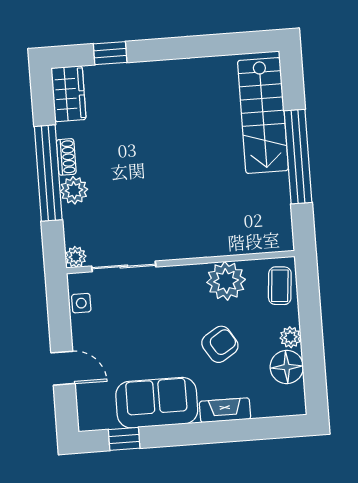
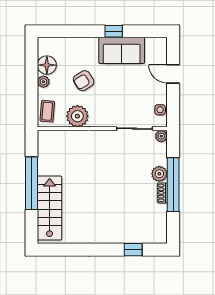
wardrobe: (68, 94) -> (158, 228), removed
fireplace: (225, 410) -> (83, 43), removed
window: (124, 439) -> (114, 31), moved

